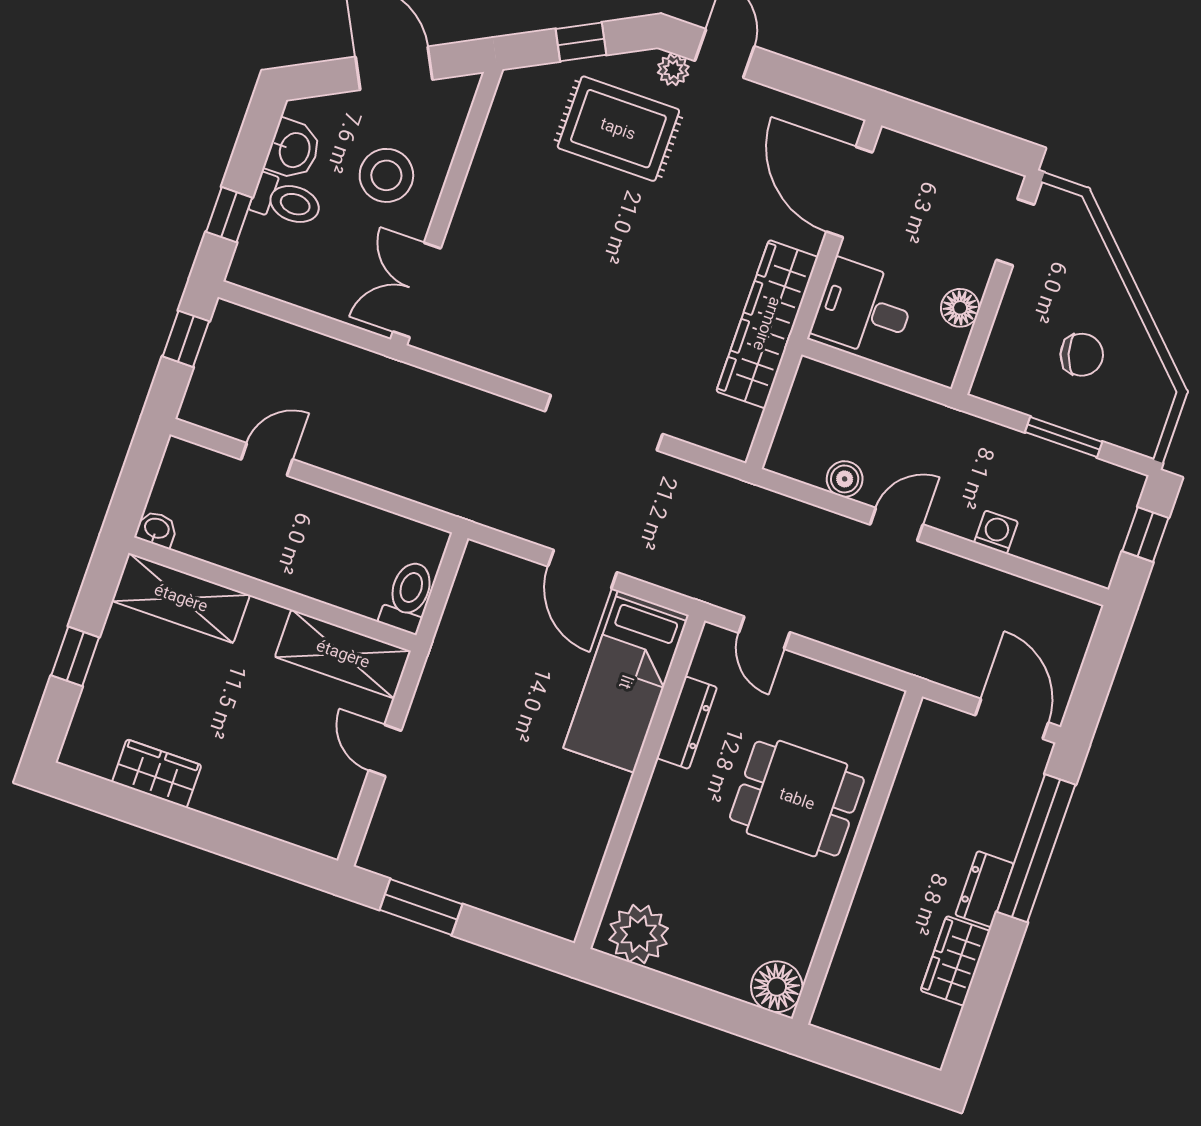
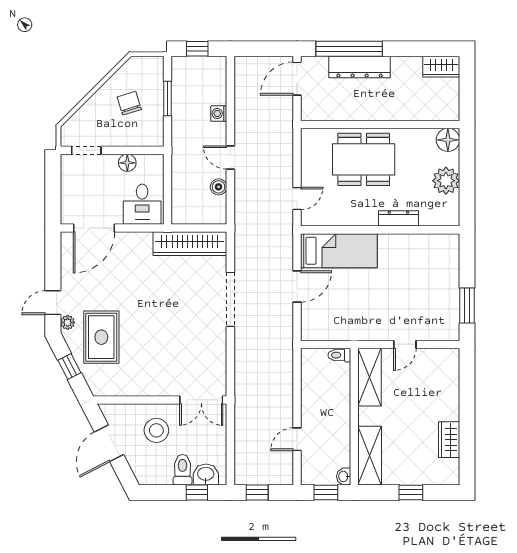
washbasin: (293, 150) -> (206, 474), moved
wardrobe: (767, 324) -> (190, 244), moved
door: (267, 459) -> (297, 439), hinge flipped
window: (136, 481) -> (326, 492), added
toilet: (408, 597) -> (339, 355), width x0.73, depth x0.72
dresser: (687, 723) -> (398, 218), moved
dining table: (797, 799) -> (364, 159), width x1.38
dresser: (984, 889) -> (360, 67), width x1.96, depth x1.24
plant: (639, 934) -> (446, 181), moved
wardrobe: (955, 961) -> (441, 67), moved

